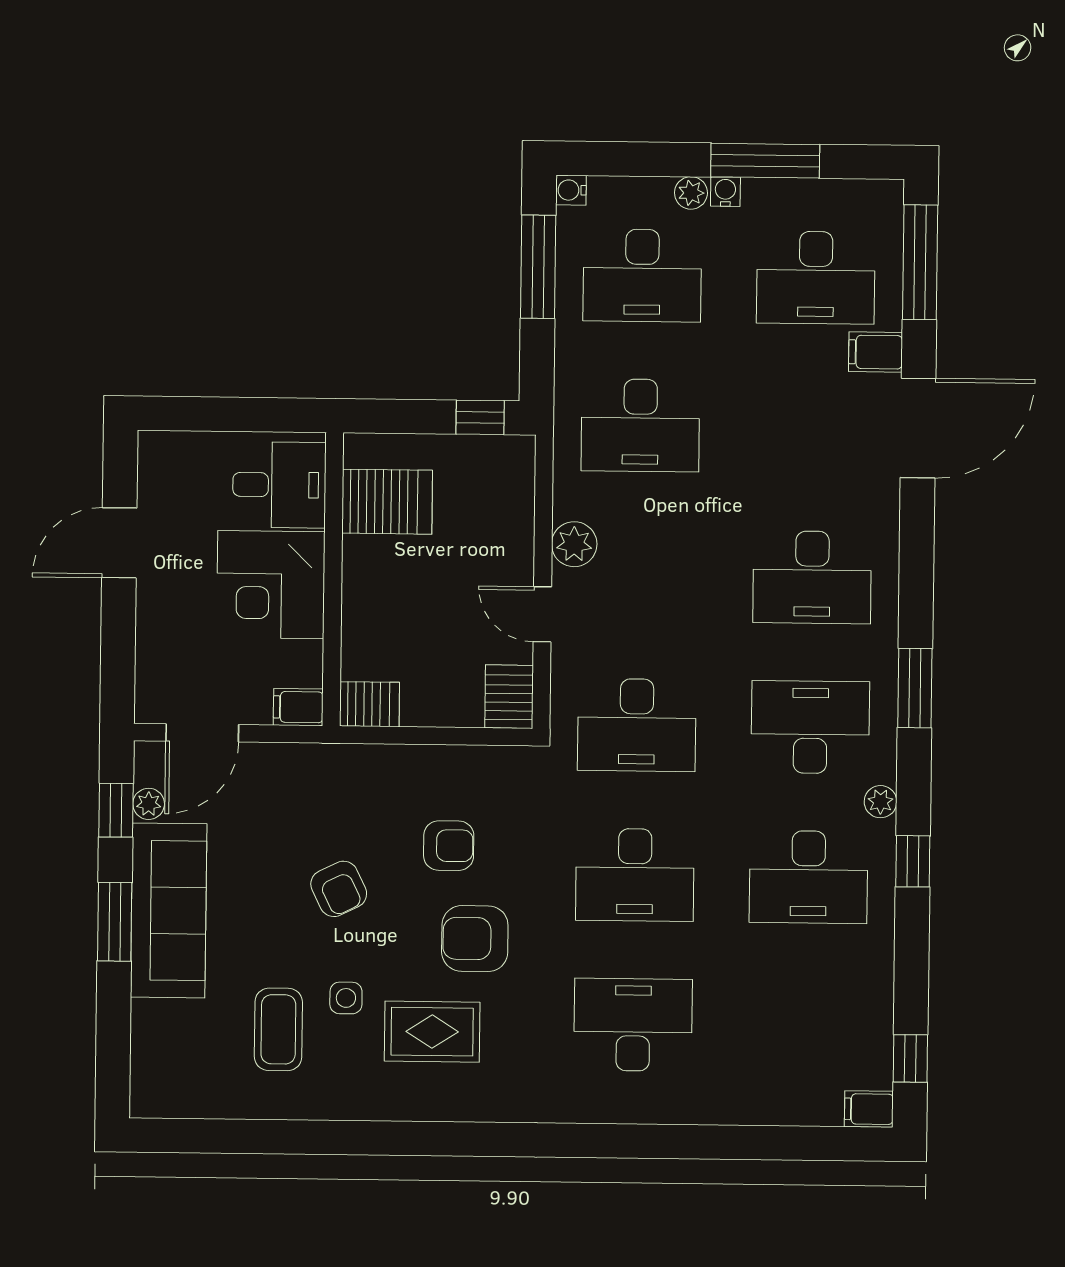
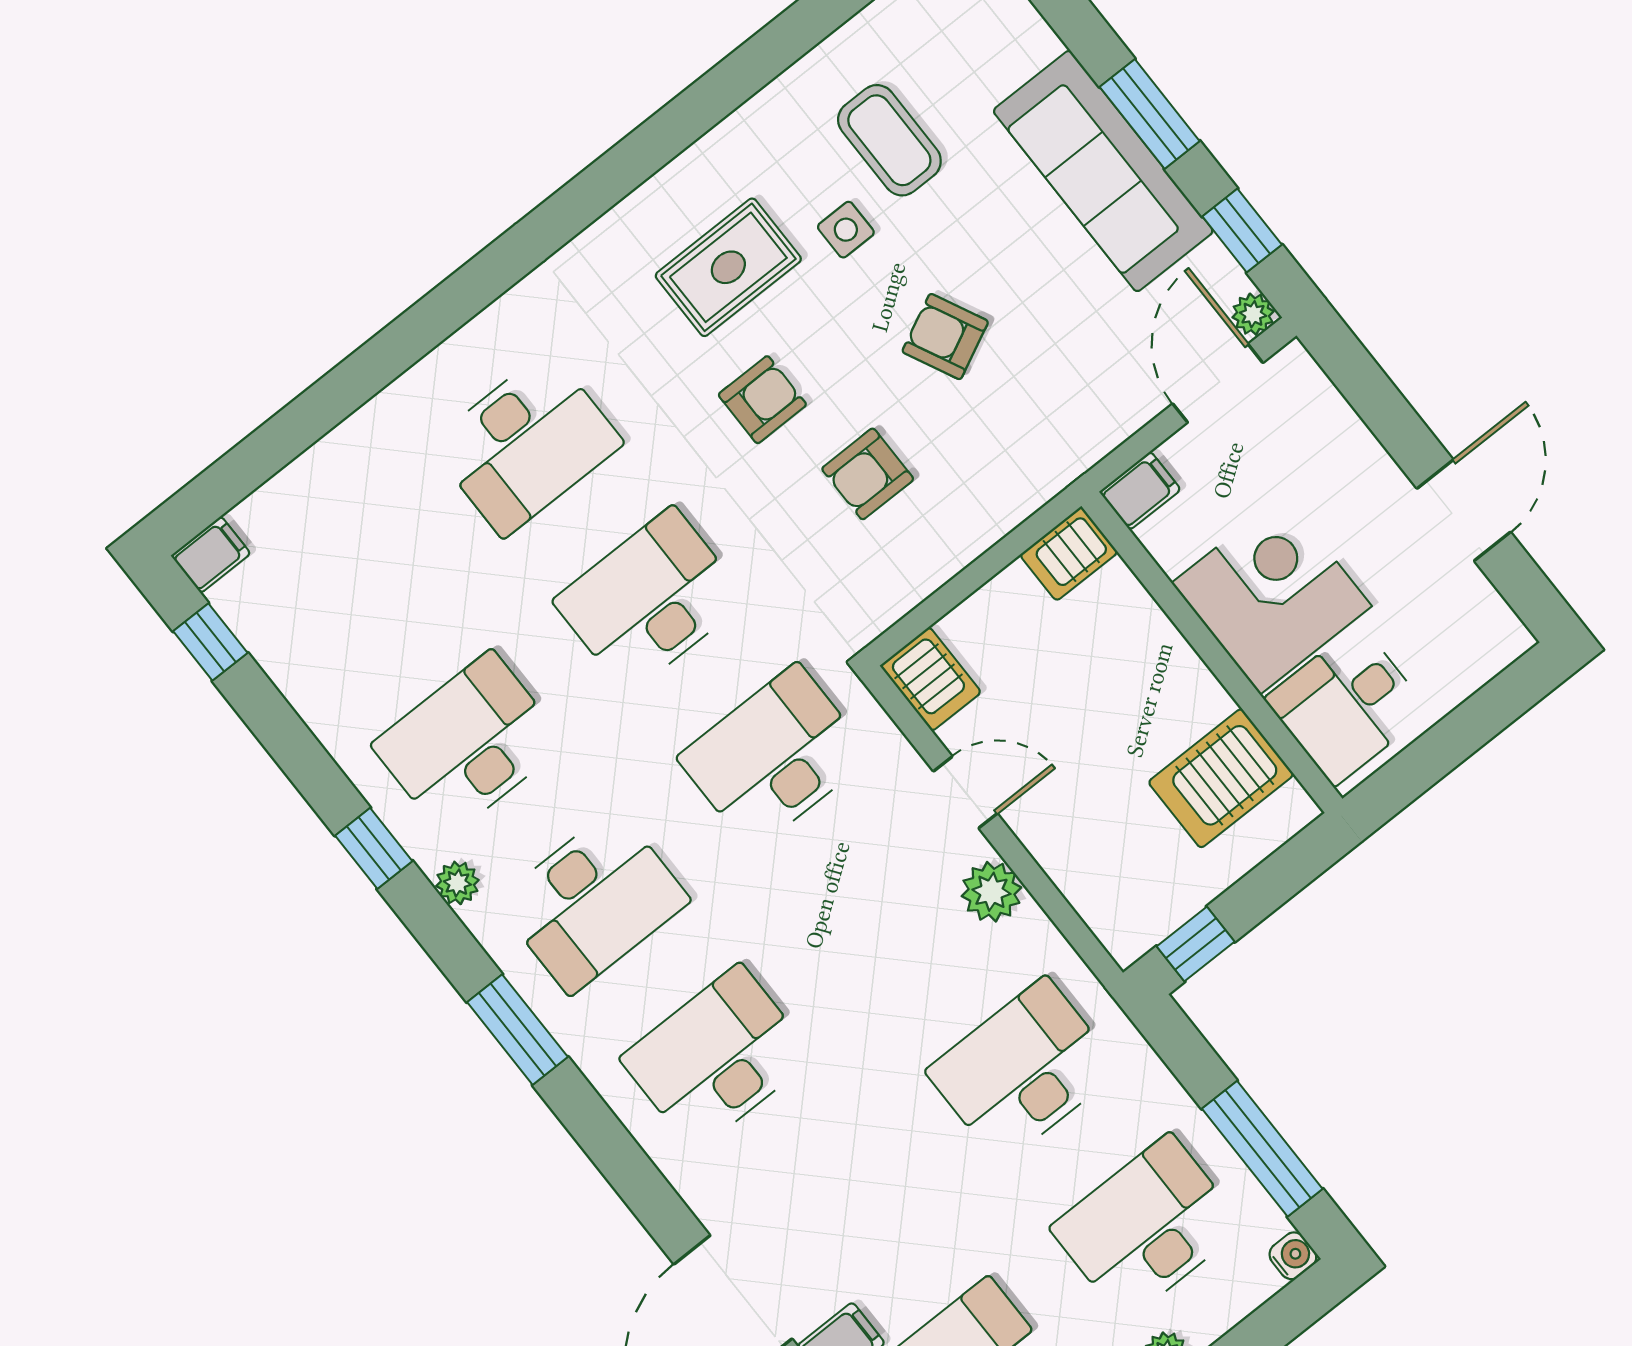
plant: (149, 804) -> (1253, 314), moved
armchair: (475, 939) -> (762, 400), width x0.72, depth x0.72

